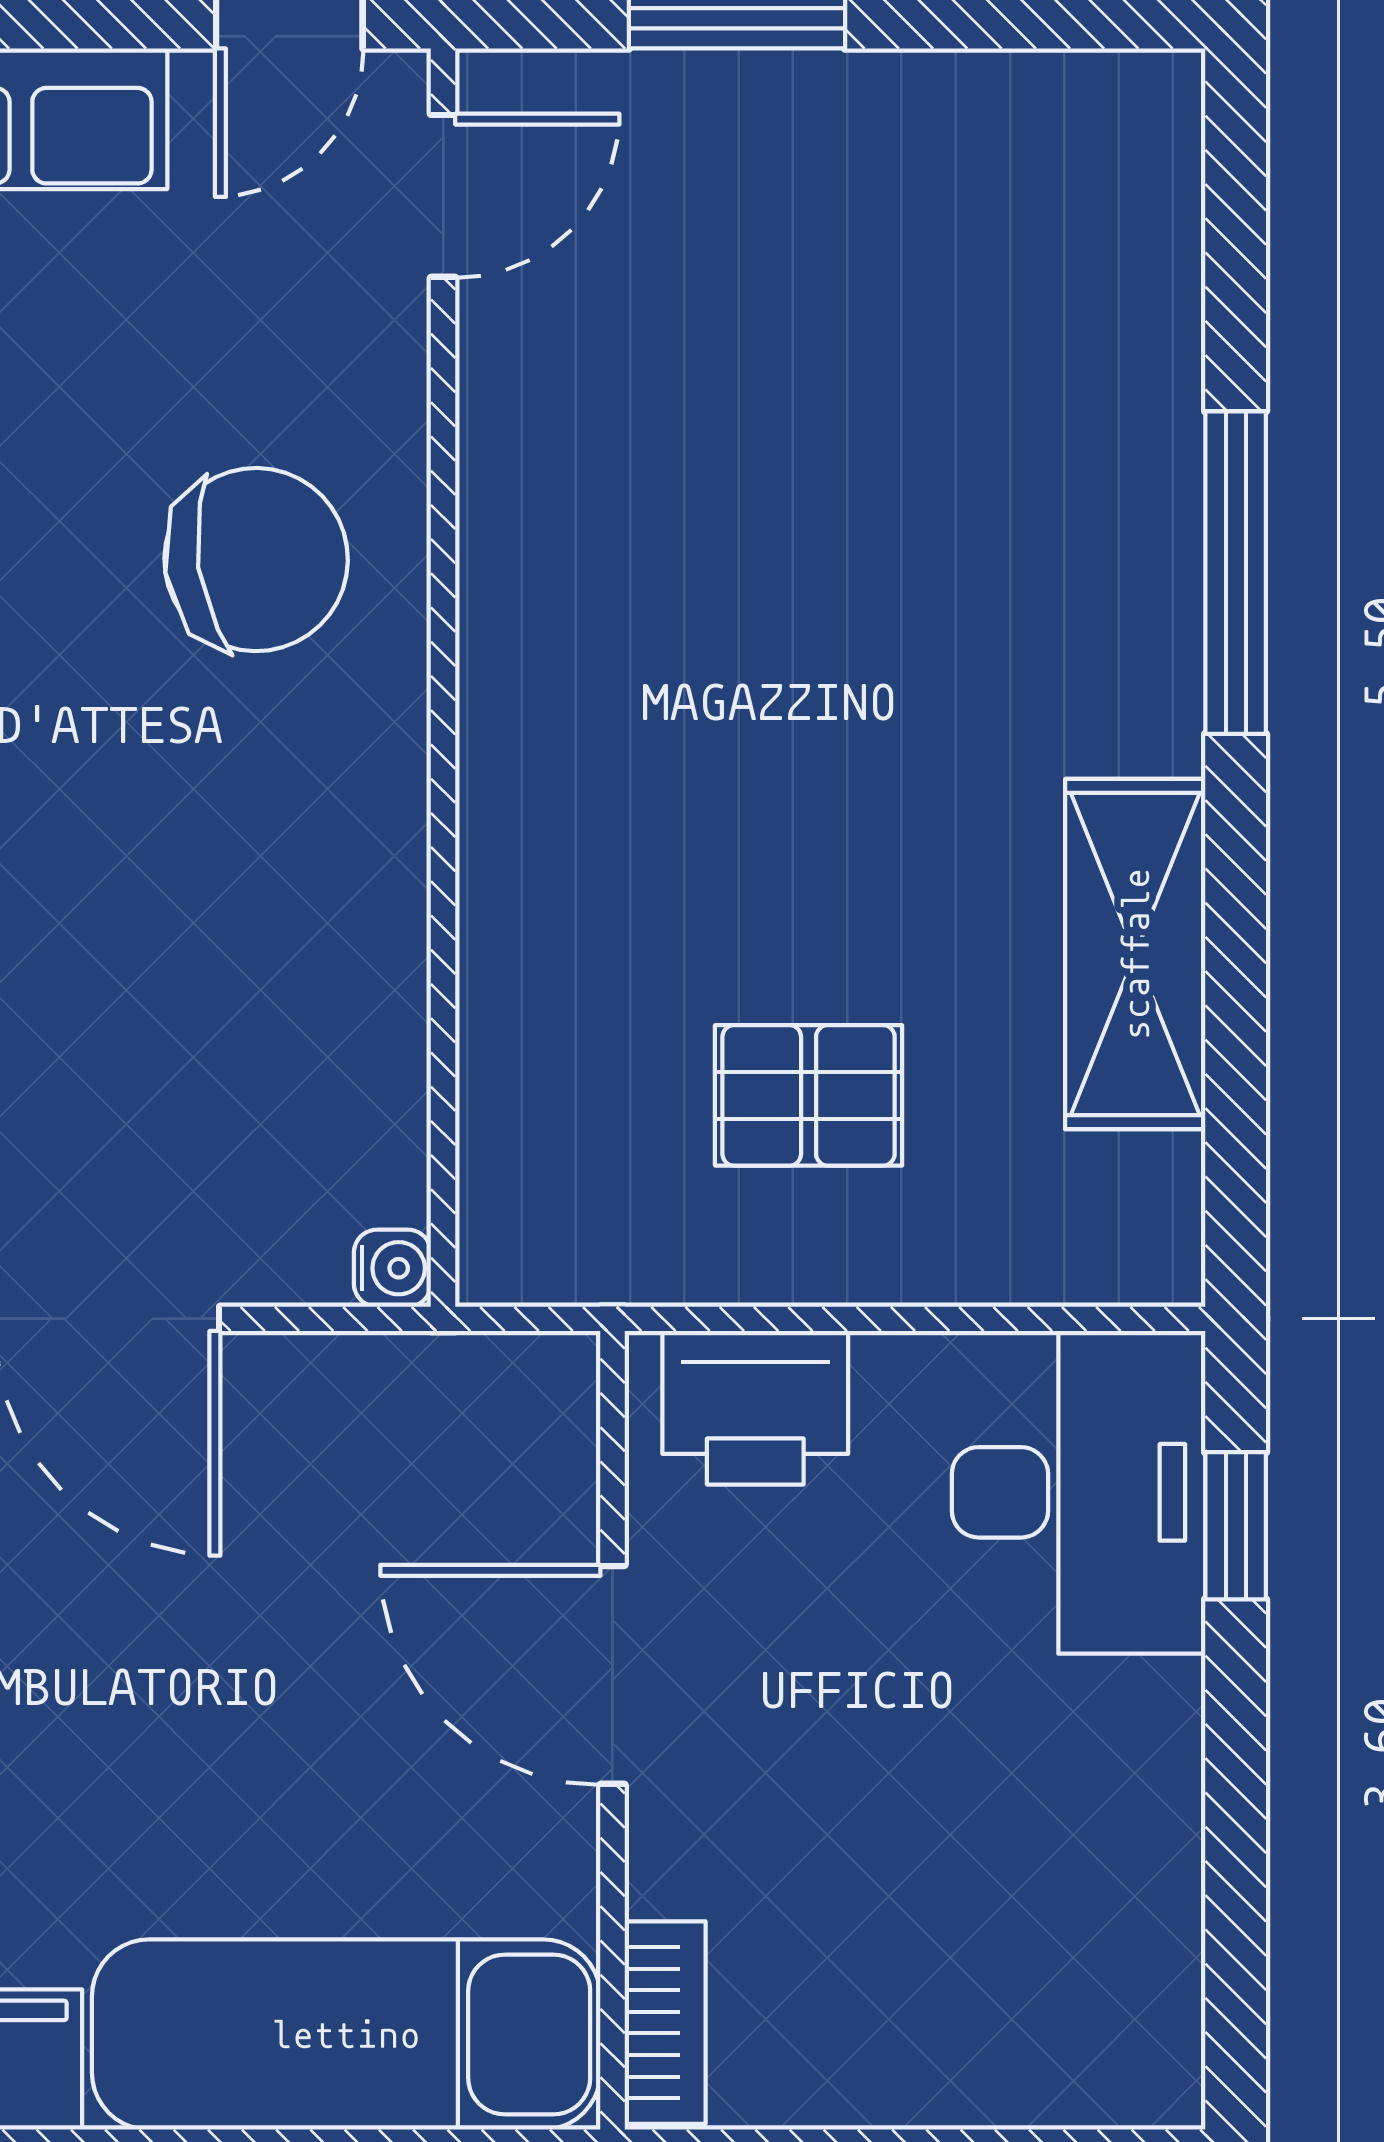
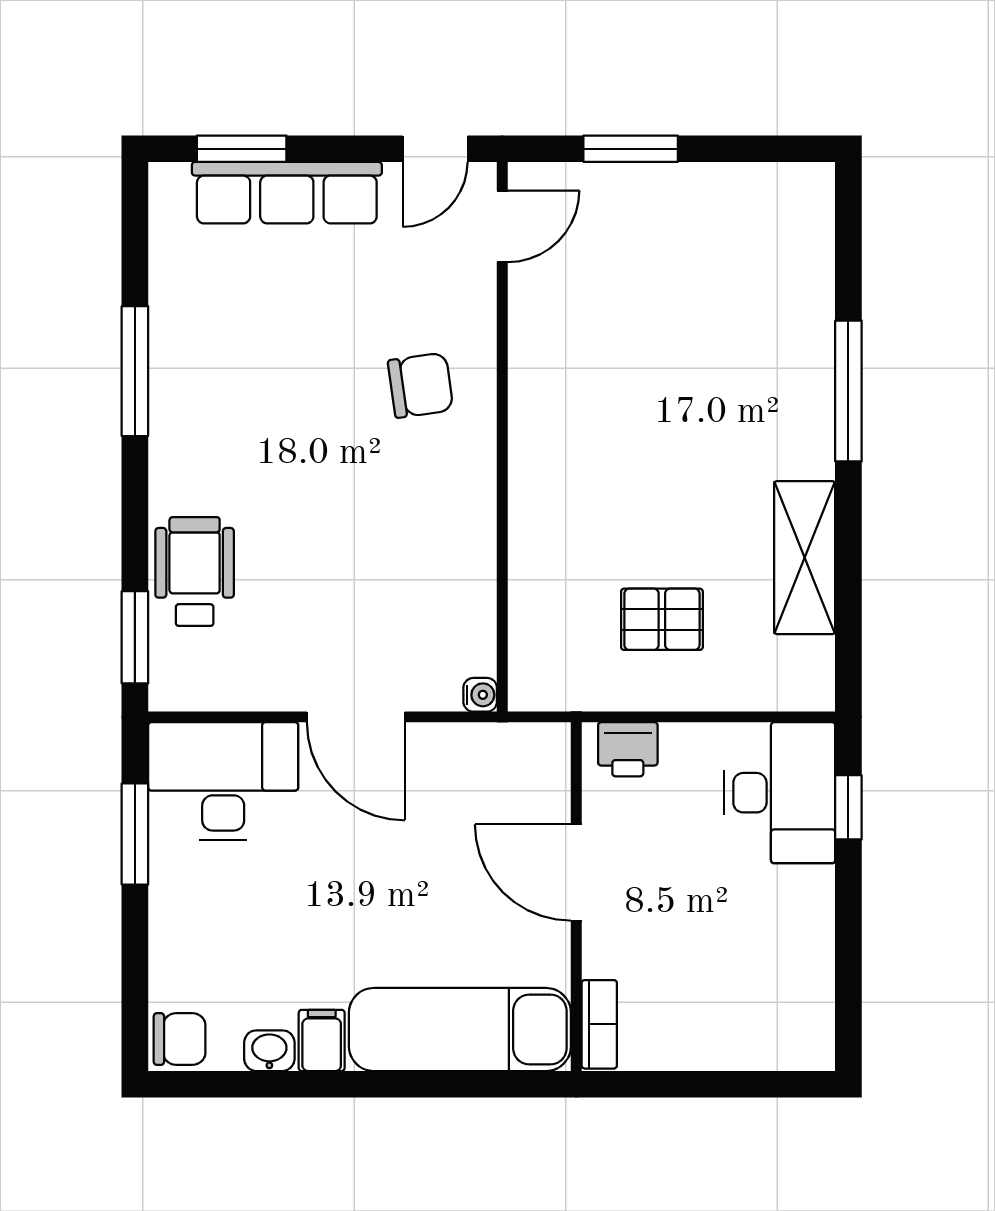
chair: (256, 560) -> (421, 385), width x0.73, depth x0.73
printer: (755, 1408) -> (628, 749), width x0.73, depth x0.81

